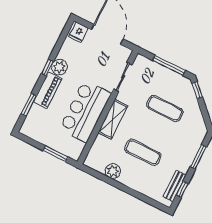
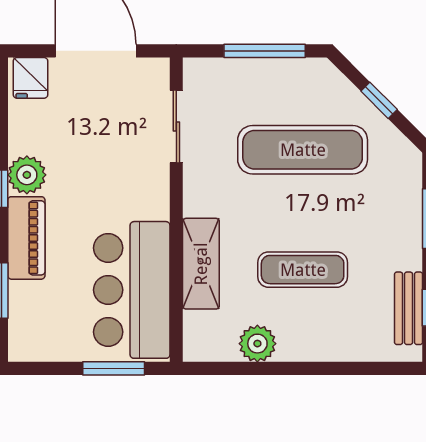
window: (197, 90) -> (379, 100), moved
exercise mat: (165, 108) -> (303, 150), width x1.36, depth x1.45
bar counter: (85, 111) -> (132, 290), moved
shelving: (113, 119) -> (201, 264), moved

